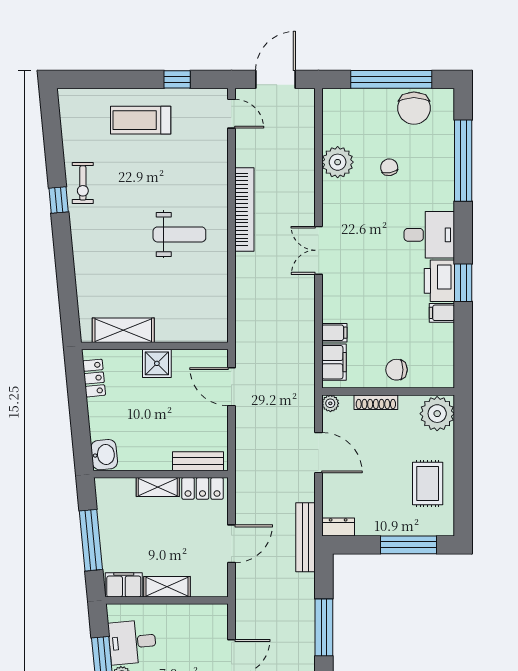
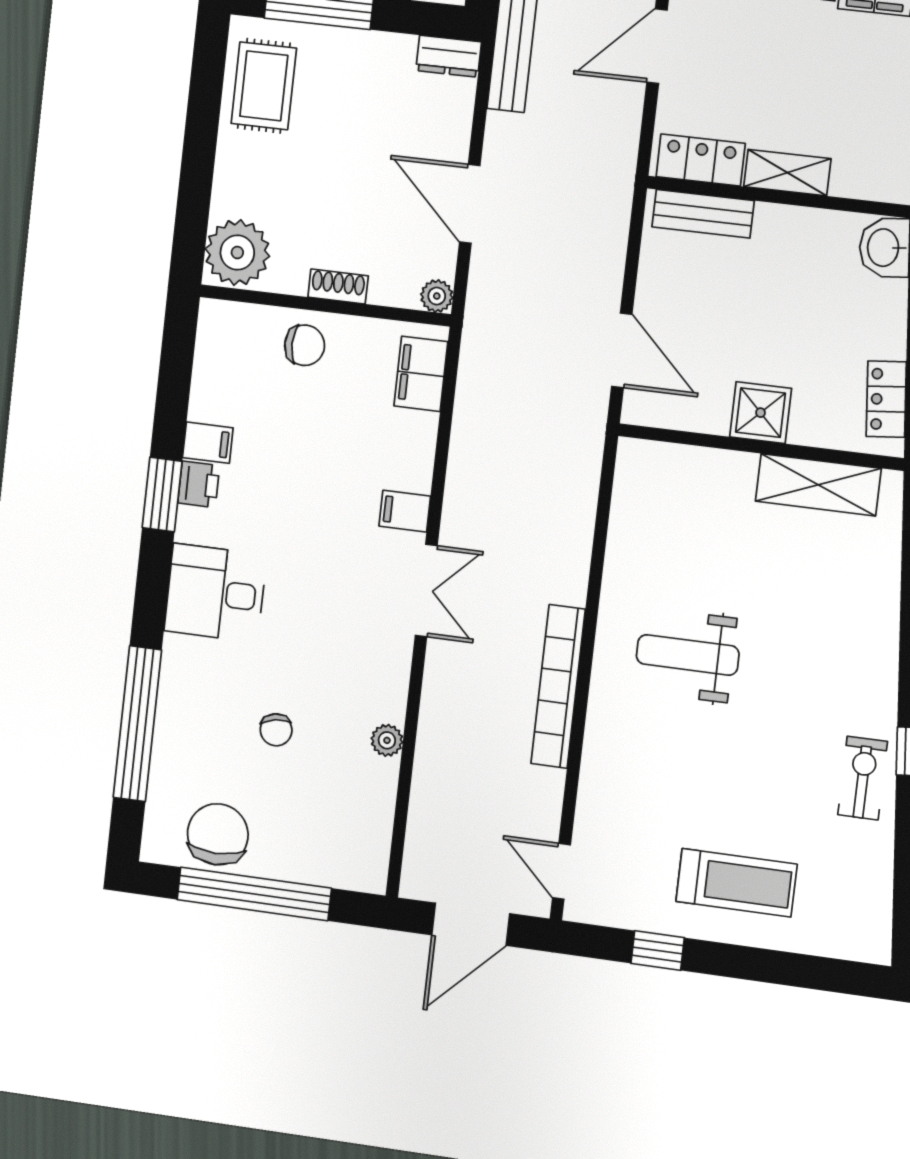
plant: (338, 162) -> (387, 740), width x0.53, depth x0.53
printer: (439, 281) -> (199, 484), width x0.53, depth x0.68
filing cabinet: (334, 333) -> (405, 511), moved
shoe rack: (376, 402) -> (338, 286), width x0.70
rug: (428, 484) -> (264, 86), moved

